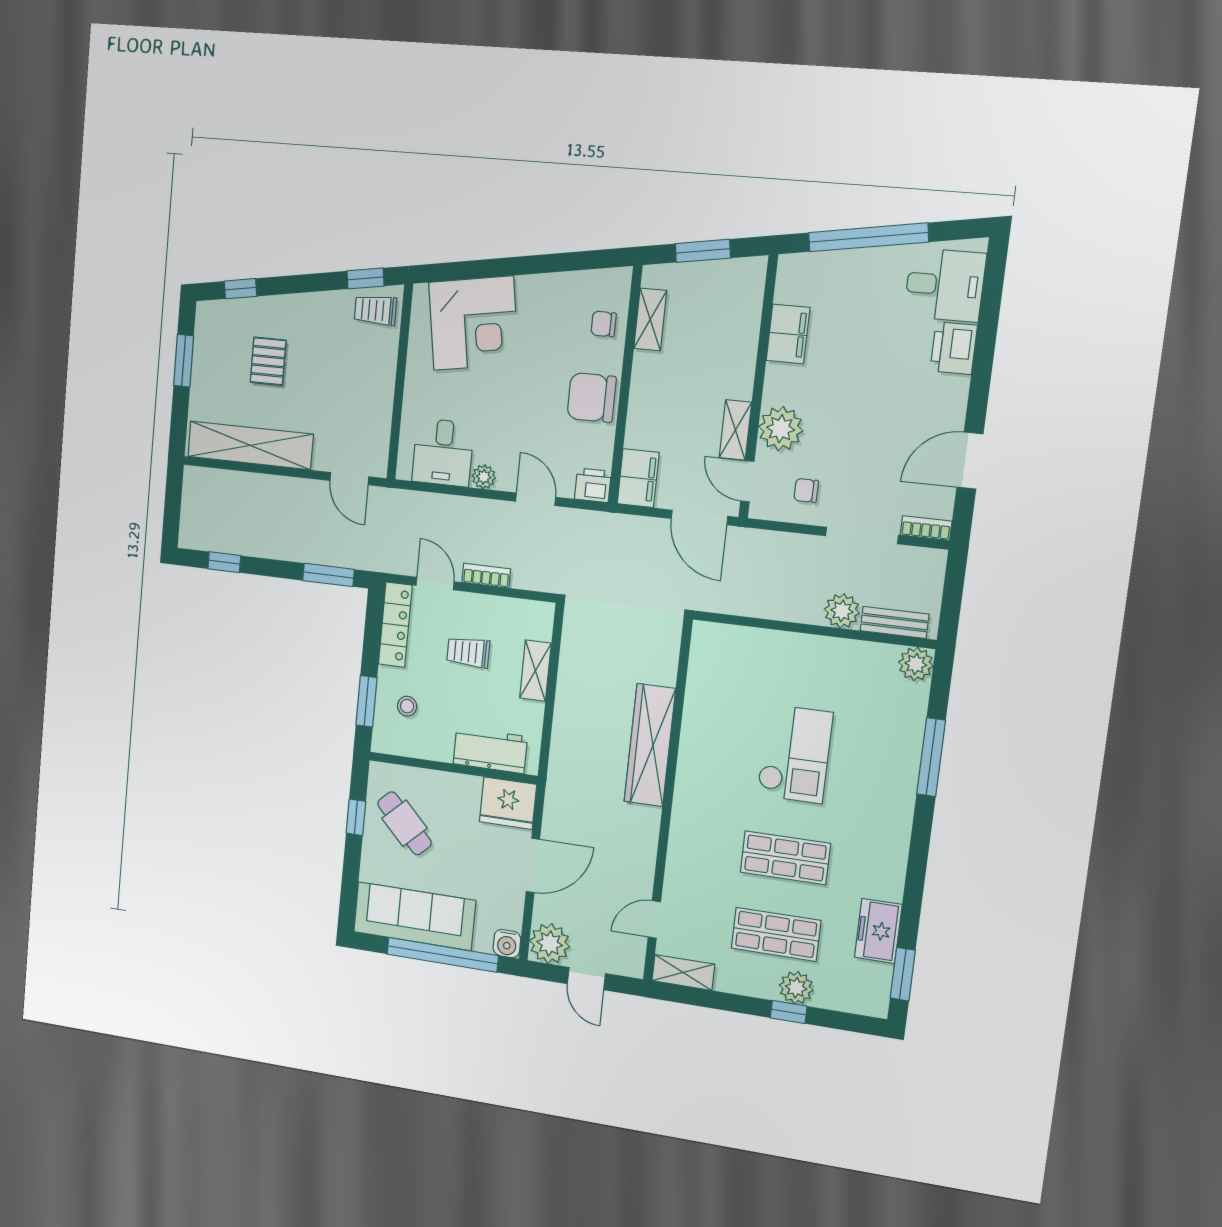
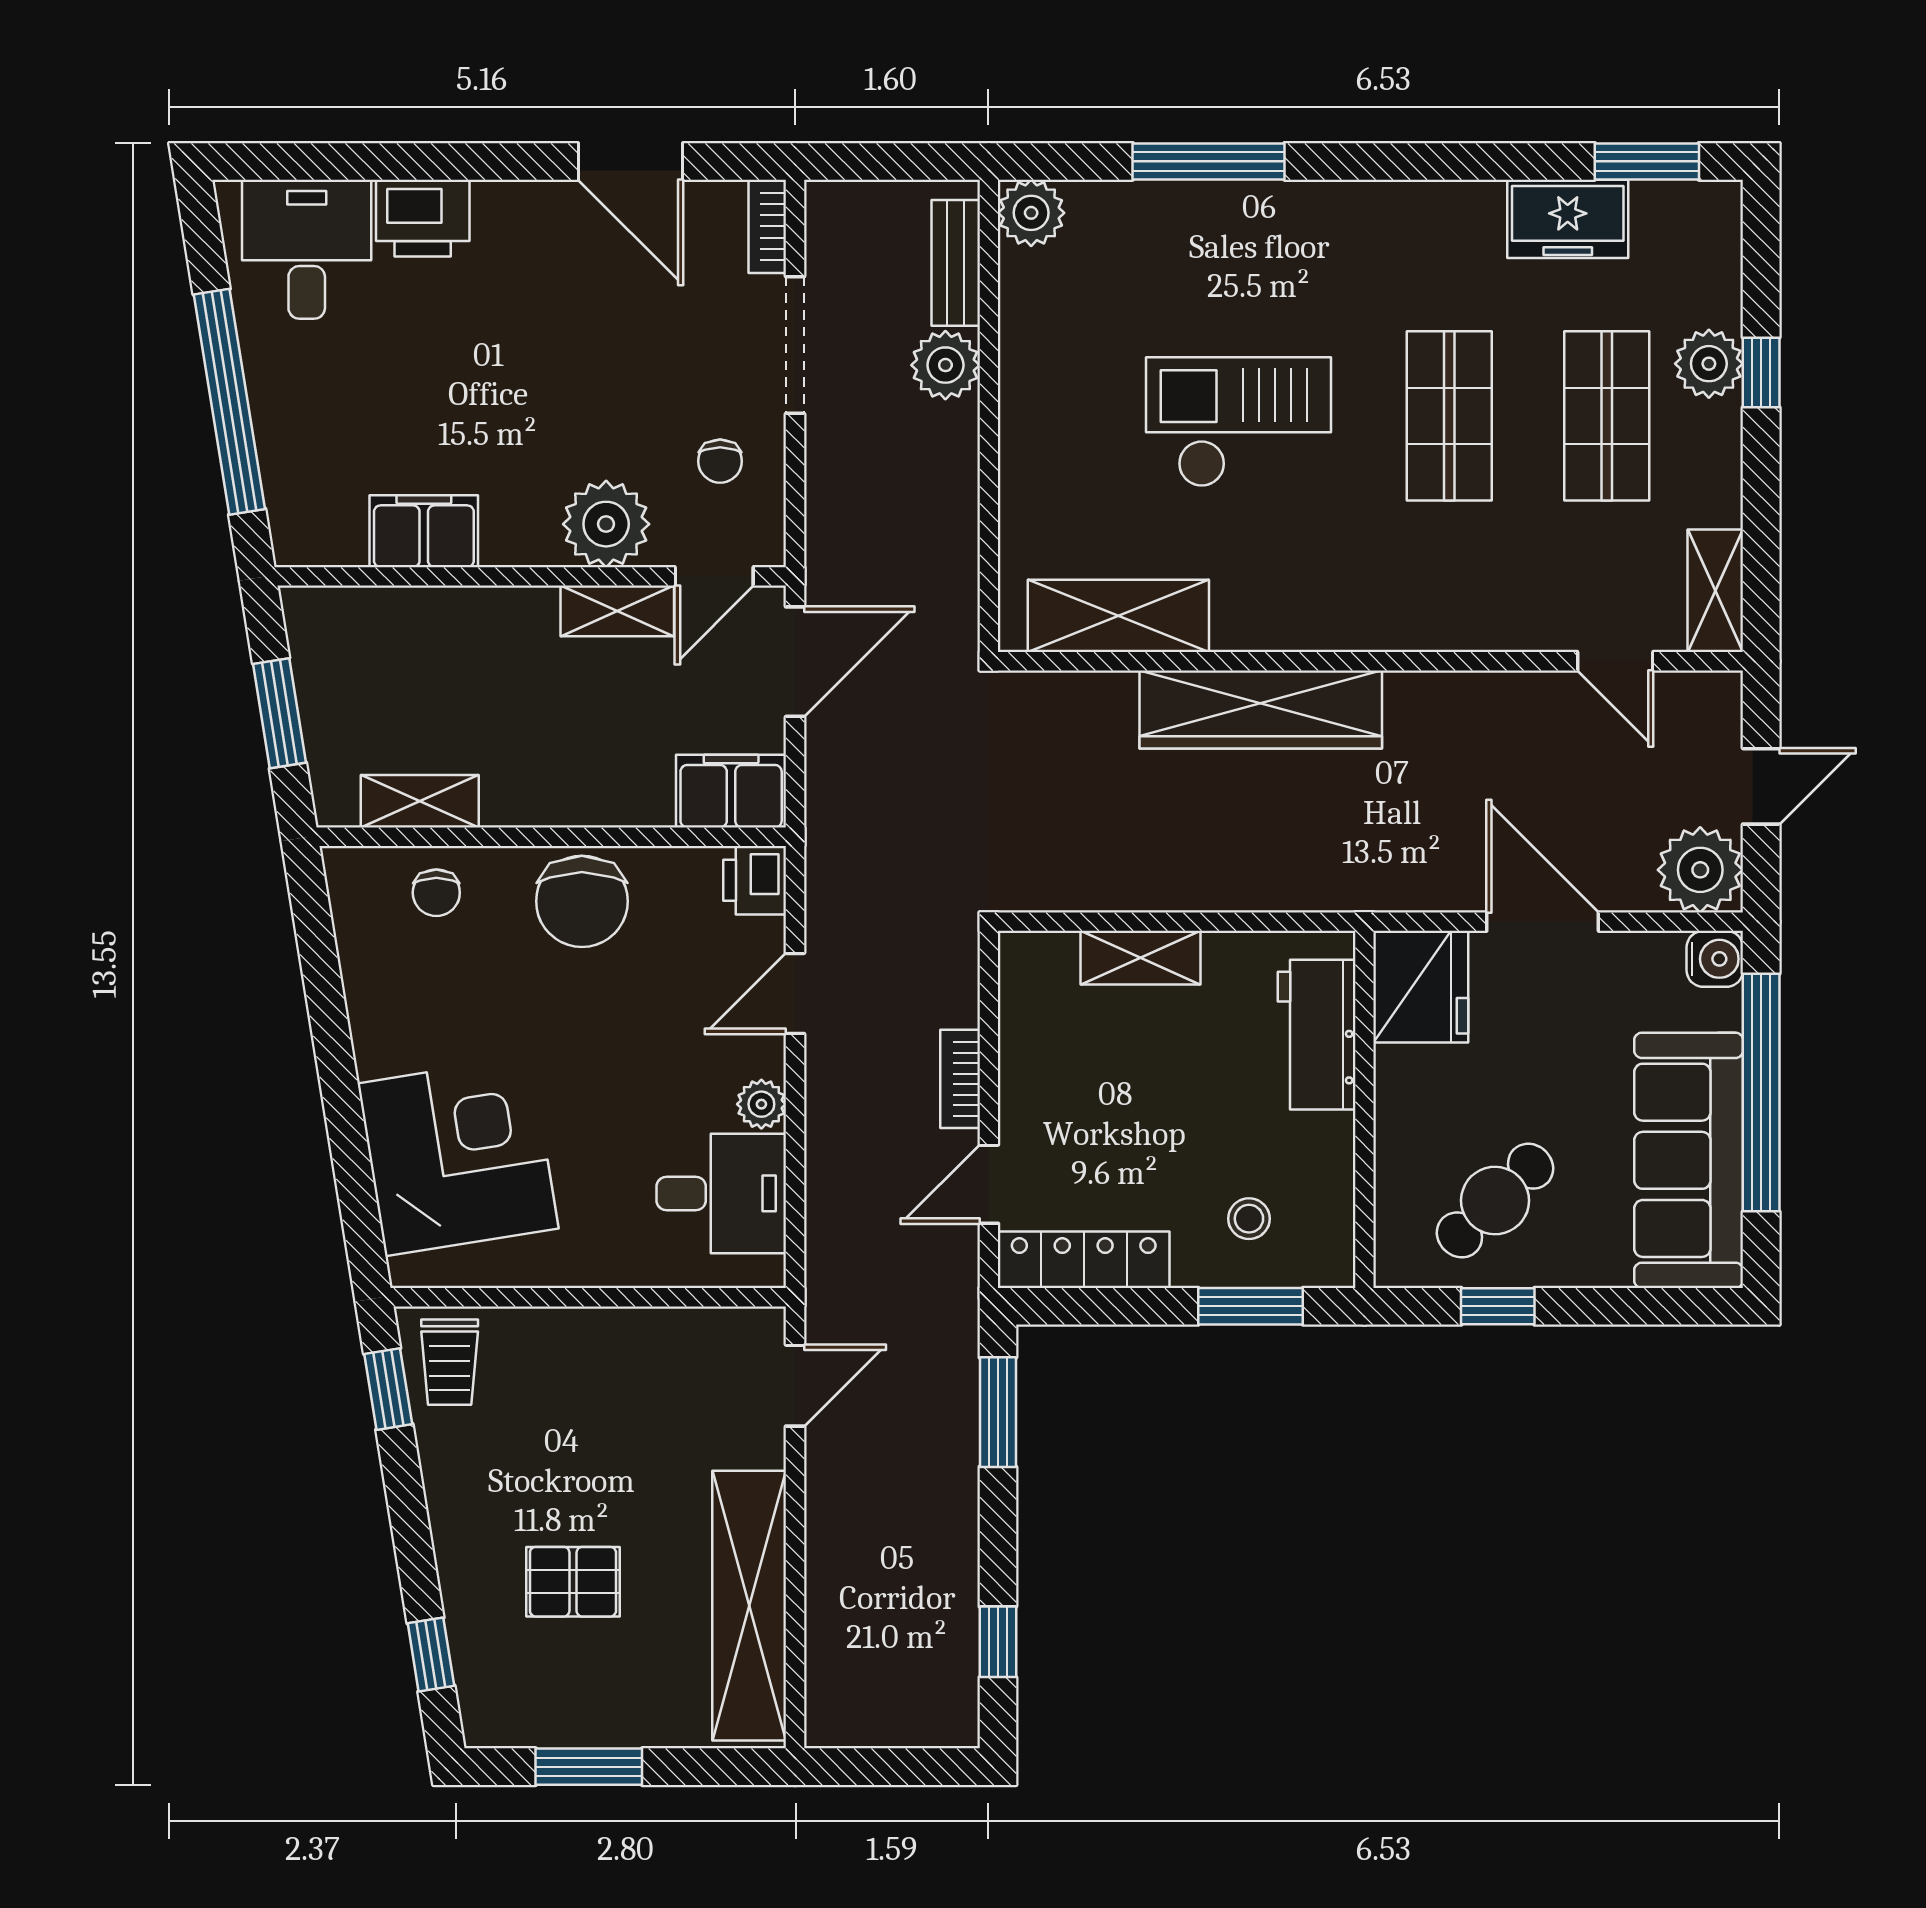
trolley: (468, 652) -> (1121, 1100), removed
shelving: (704, 682) -> (1118, 616), added

